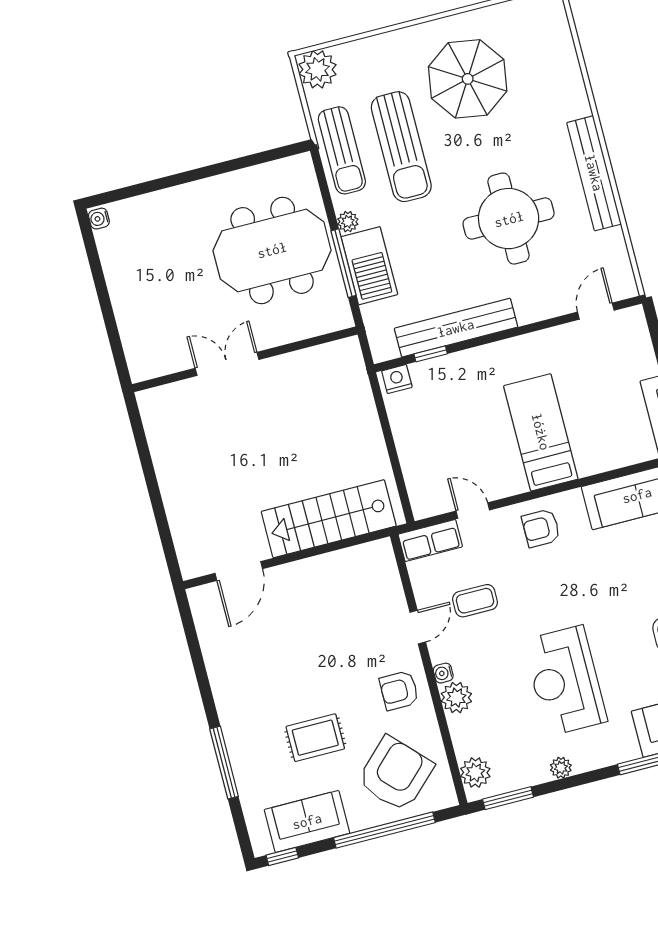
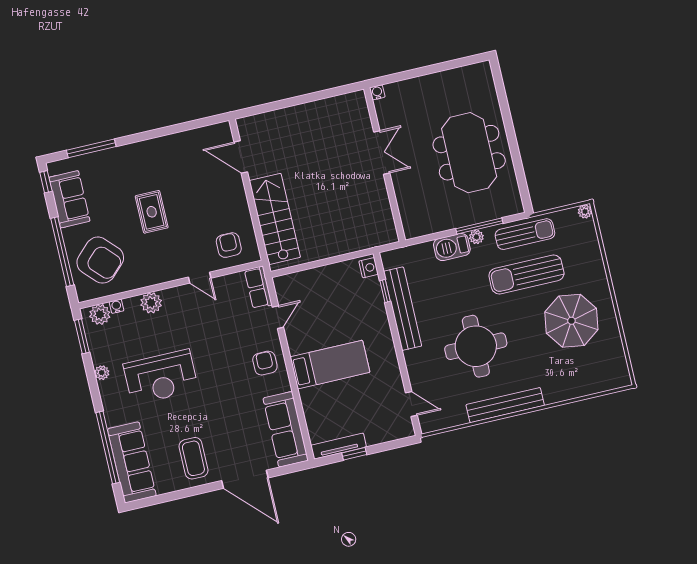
plant: (318, 69) -> (585, 212), width x0.53, depth x0.53
sun lounger: (342, 150) -> (525, 234), turned 180
water cooler: (99, 219) -> (377, 92), moved
meeting table: (272, 250) -> (469, 153), moved
window: (343, 263) -> (479, 226), moved
barbecue: (369, 266) -> (452, 247), width x0.73, depth x0.83
coffee table: (475, 601) -> (217, 317), removed
water cooler: (443, 673) -> (116, 306), moved
reception desk: (565, 681) -> (161, 377), turned 180
armchair: (399, 691) -> (229, 245), moved
rug: (315, 738) -> (152, 212), moved
window: (224, 763) -> (91, 148), moved

